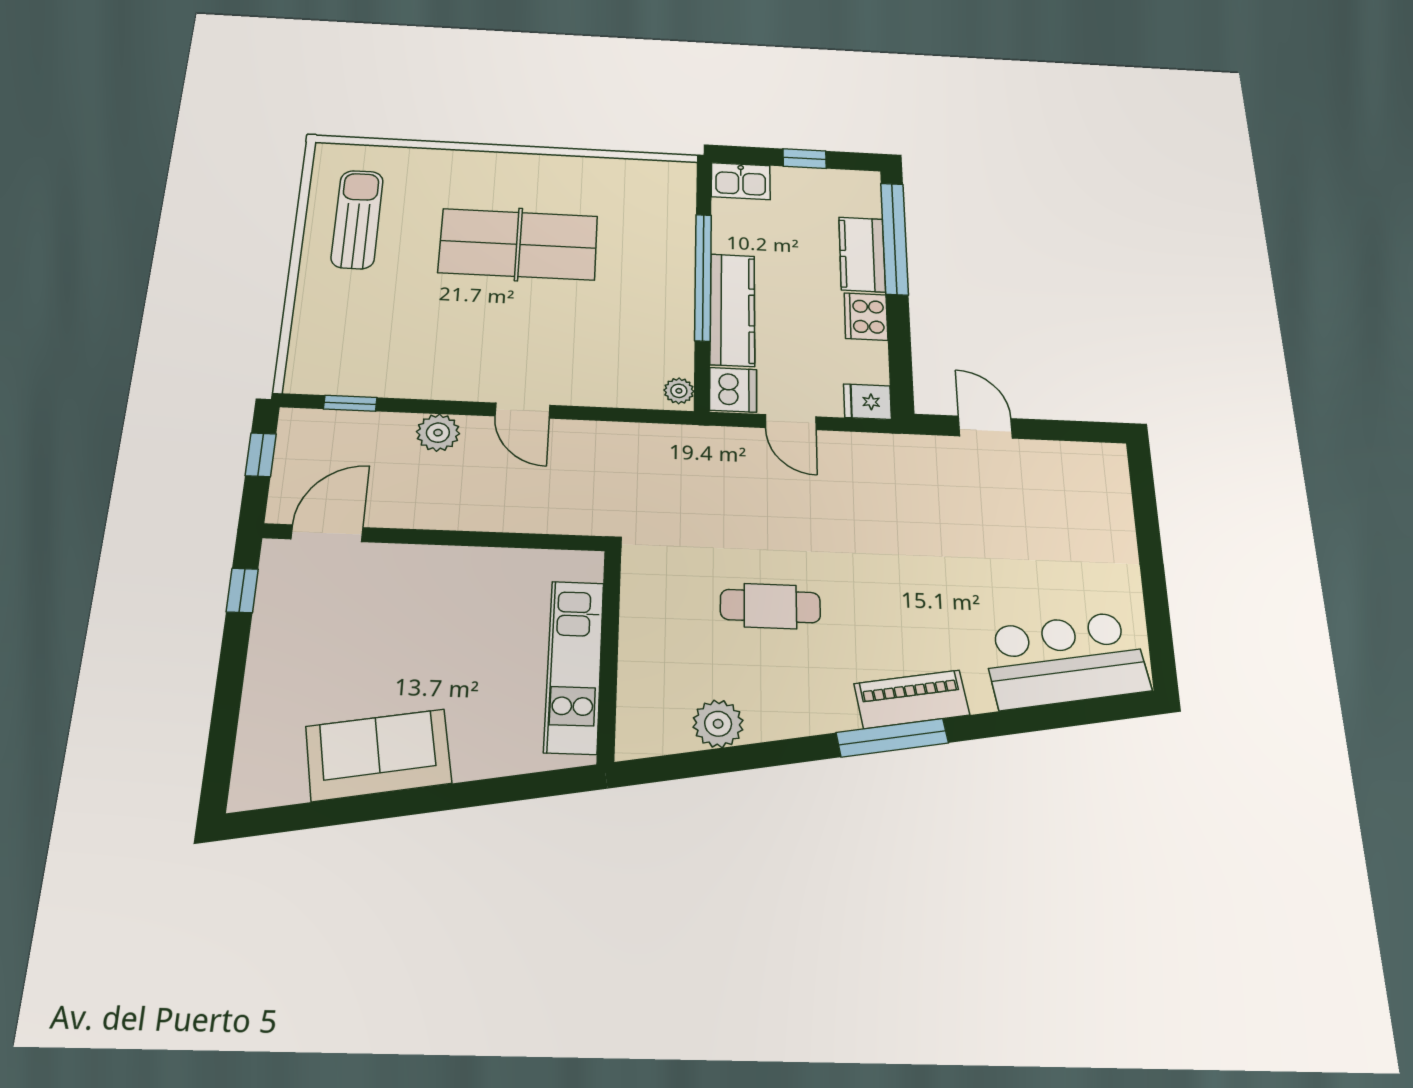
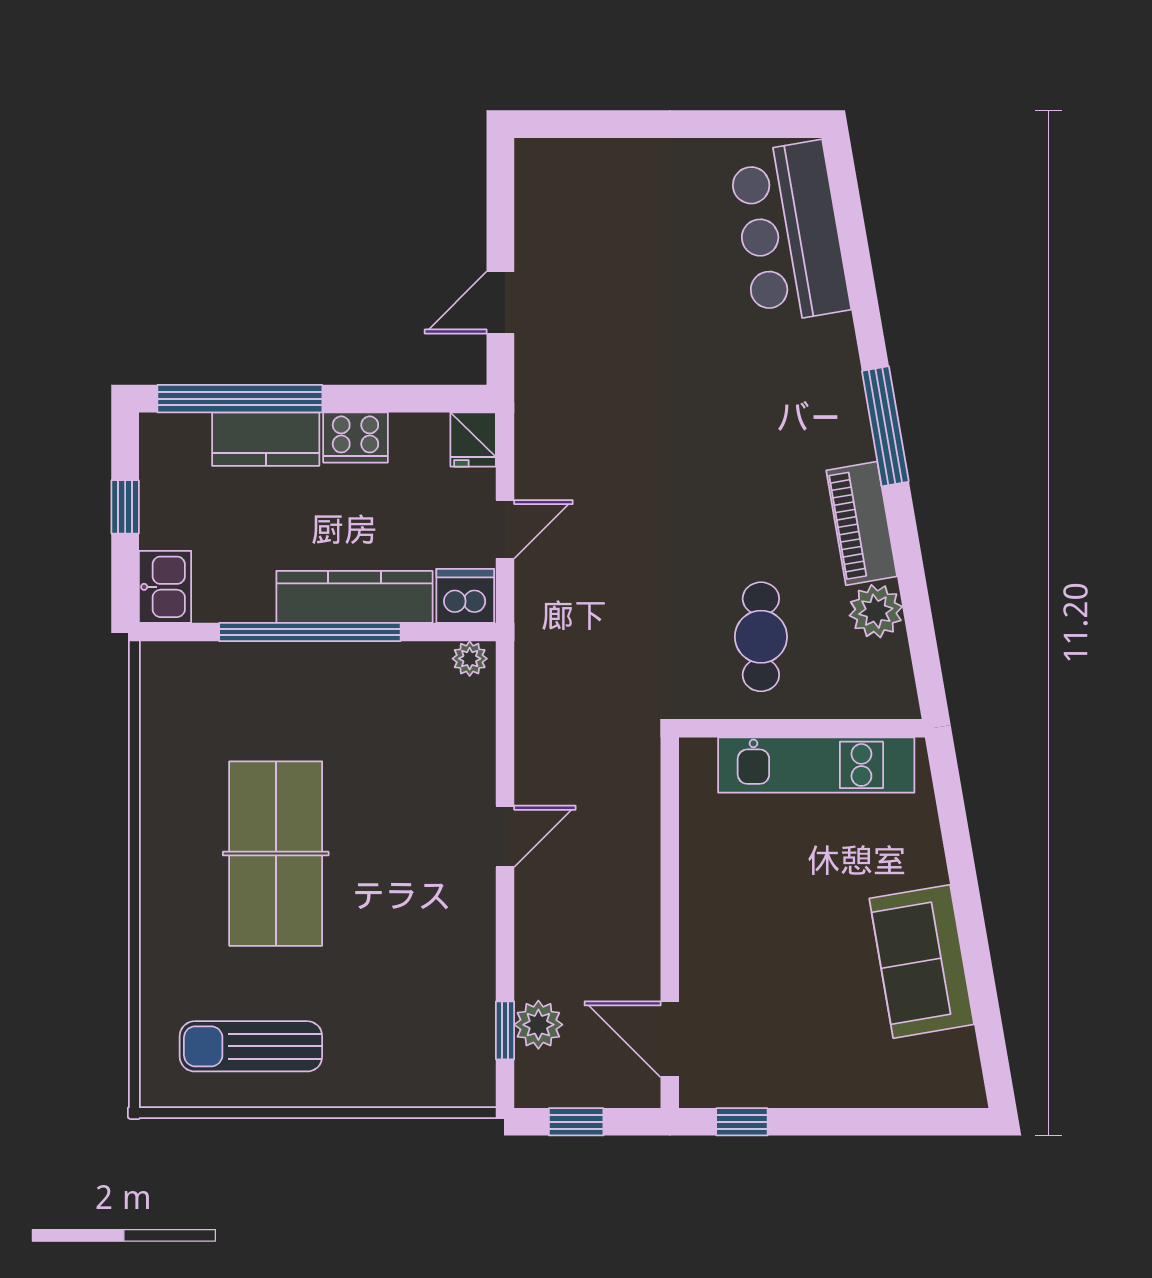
plant: (438, 433) -> (538, 1025), moved
cafe table: (770, 606) -> (761, 637), moved
piano: (912, 699) -> (862, 523), moved

